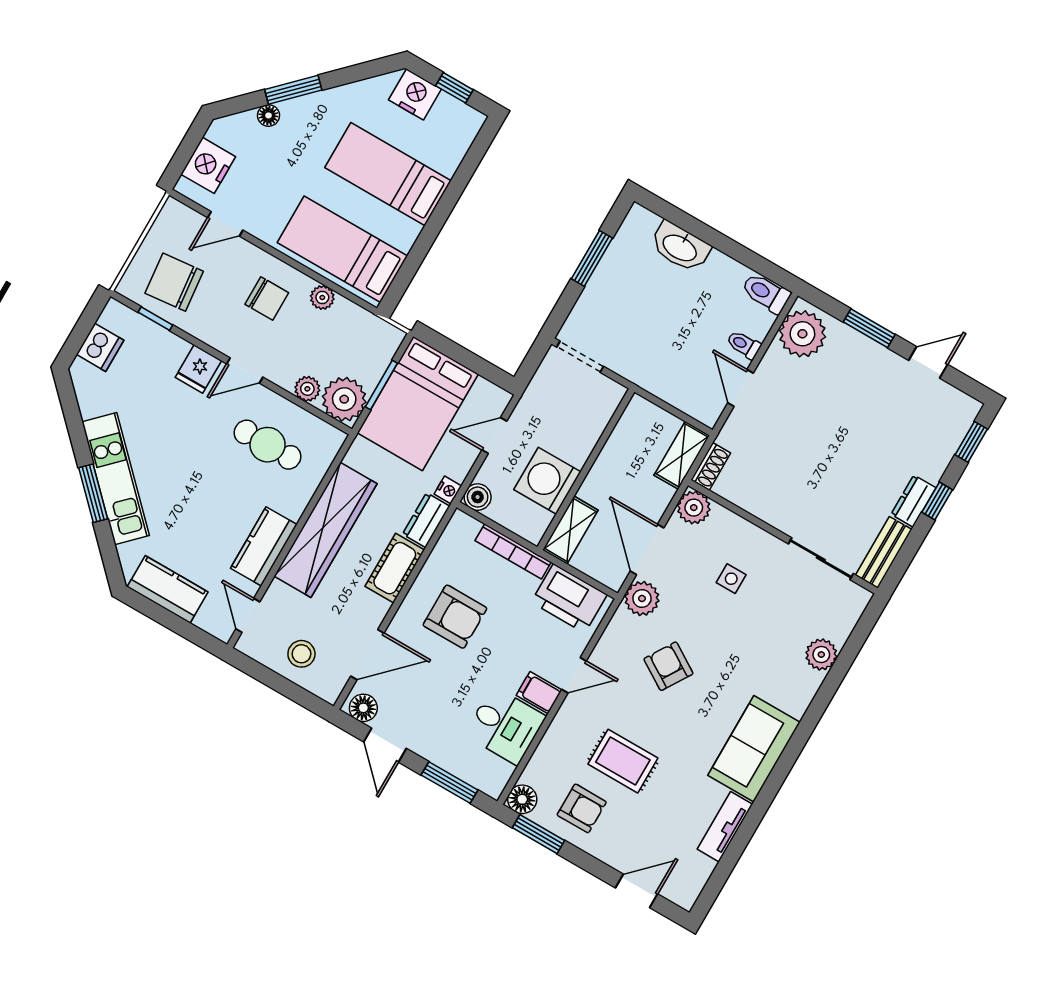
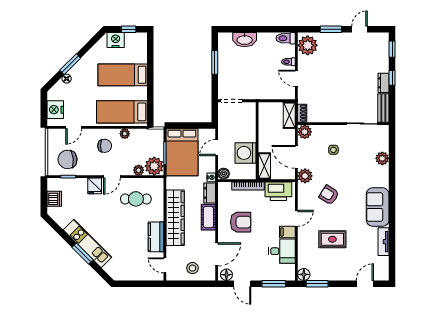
kitchen counter: (168, 589) -> (130, 273), removed
armchair: (582, 808) -> (327, 265), removed

